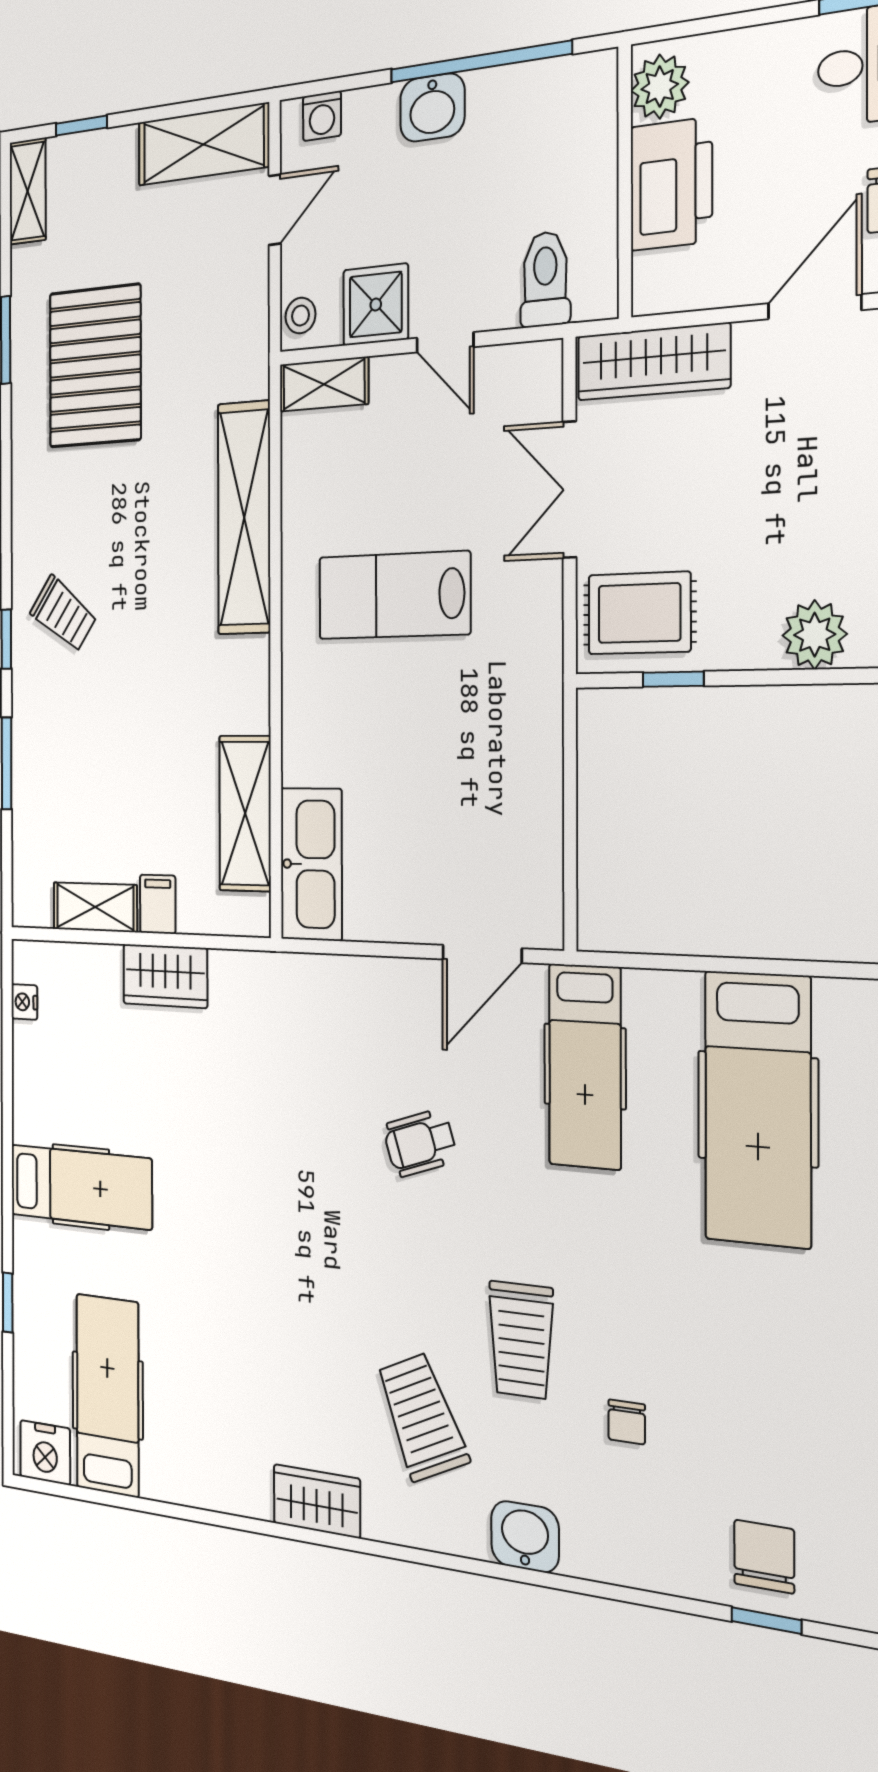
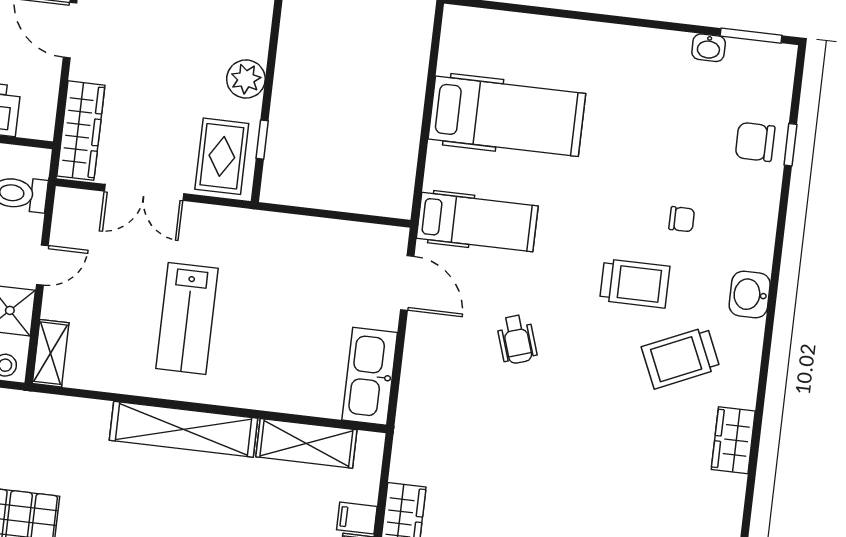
shelving: (244, 518) -> (184, 429), moved
plant: (815, 635) -> (246, 79), moved
kitchen sink: (311, 864) -> (370, 376), moved, turned -90

